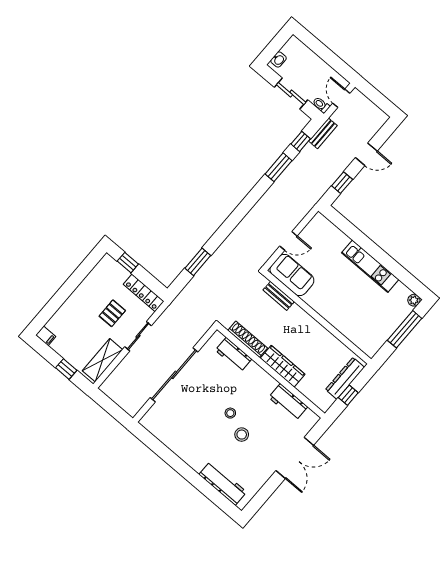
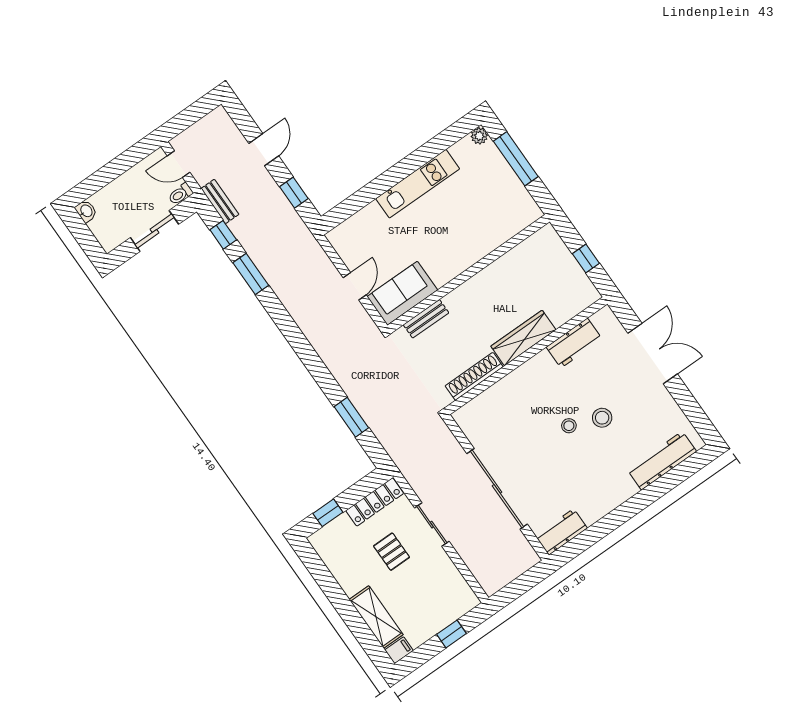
washbasin: (278, 59) -> (86, 211), moved
workbench: (233, 355) -> (561, 532), moved, turned 180
shelving: (103, 360) -> (376, 617), moved
dresser: (345, 378) -> (562, 257), removed

